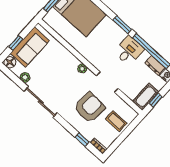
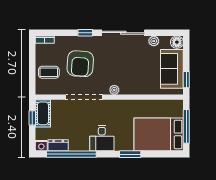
window: (122, 25) -> (130, 154), moved
window: (16, 43) -> (186, 80), moved
desk: (129, 51) -> (102, 138), moved
doorway: (107, 82) -> (84, 97), width x1.36
window: (82, 140) -> (85, 33), moved

